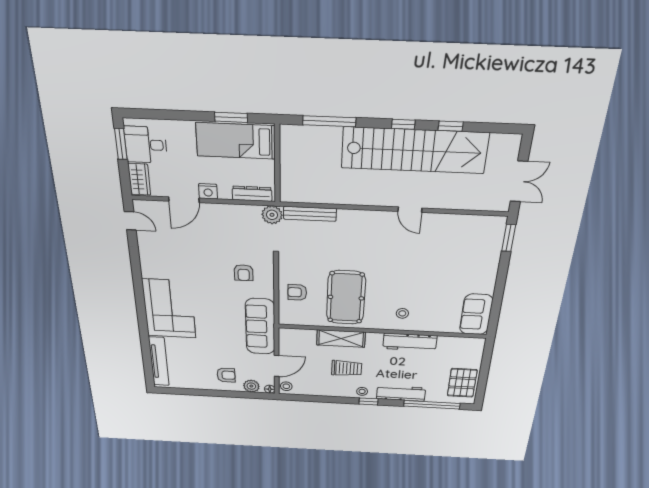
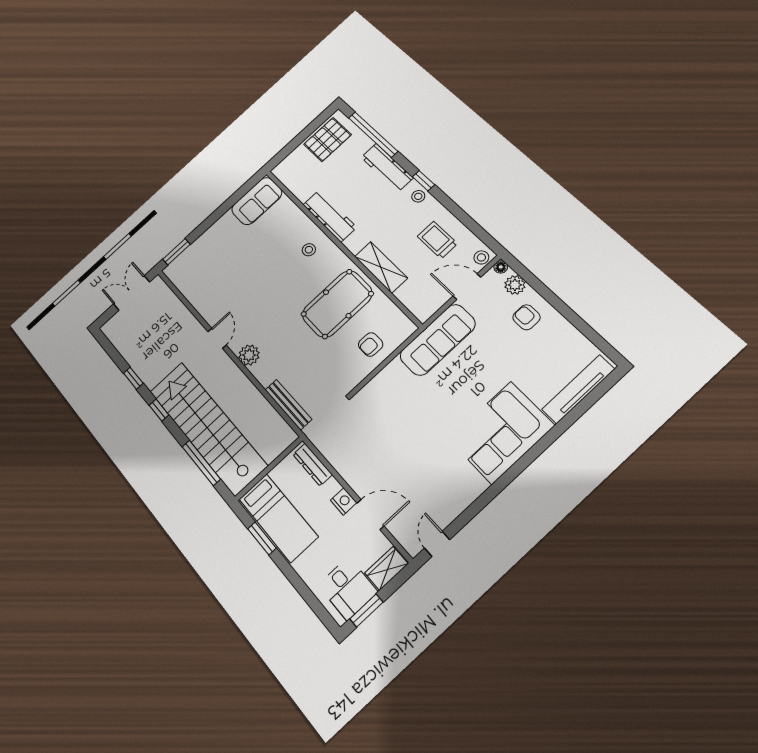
stairs: (414, 150) -> (208, 428), moved
plant: (272, 215) -> (249, 355), moved
armchair: (244, 273) -> (395, 404), removed
armchair: (297, 292) -> (371, 344), turned 90
trolley: (347, 368) -> (437, 240), moved

